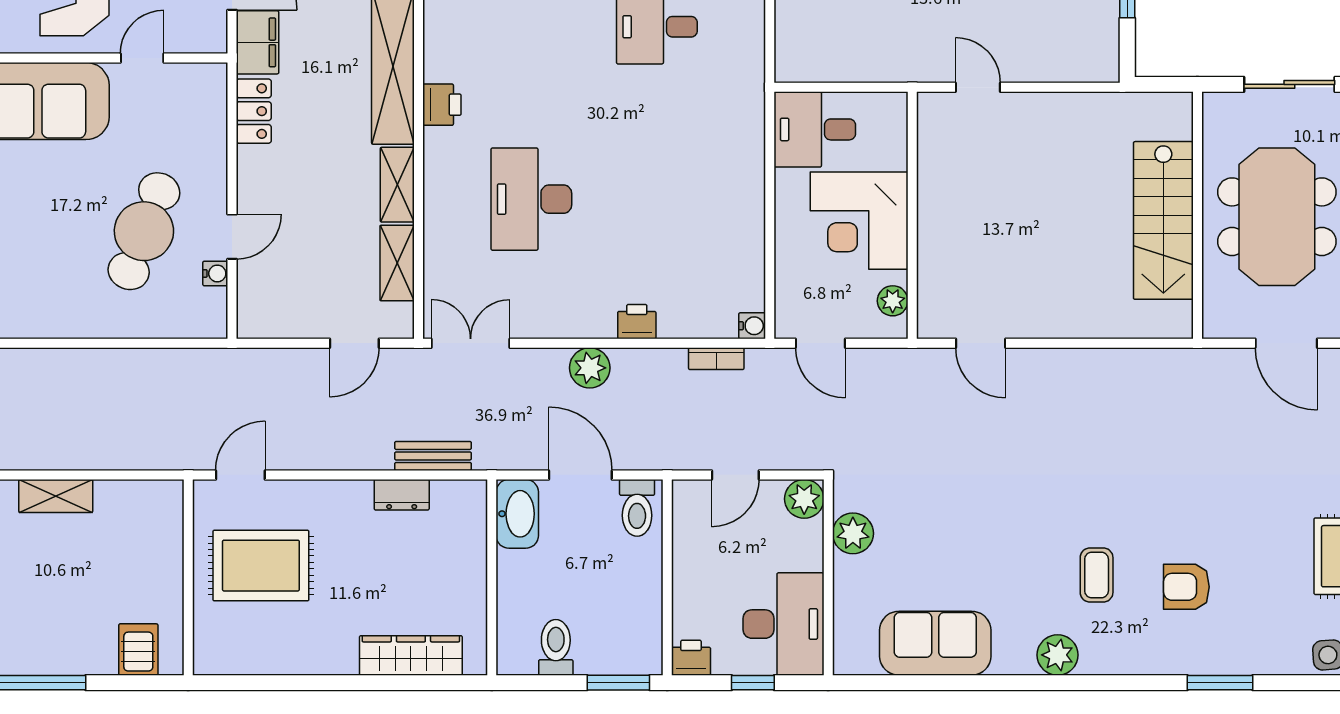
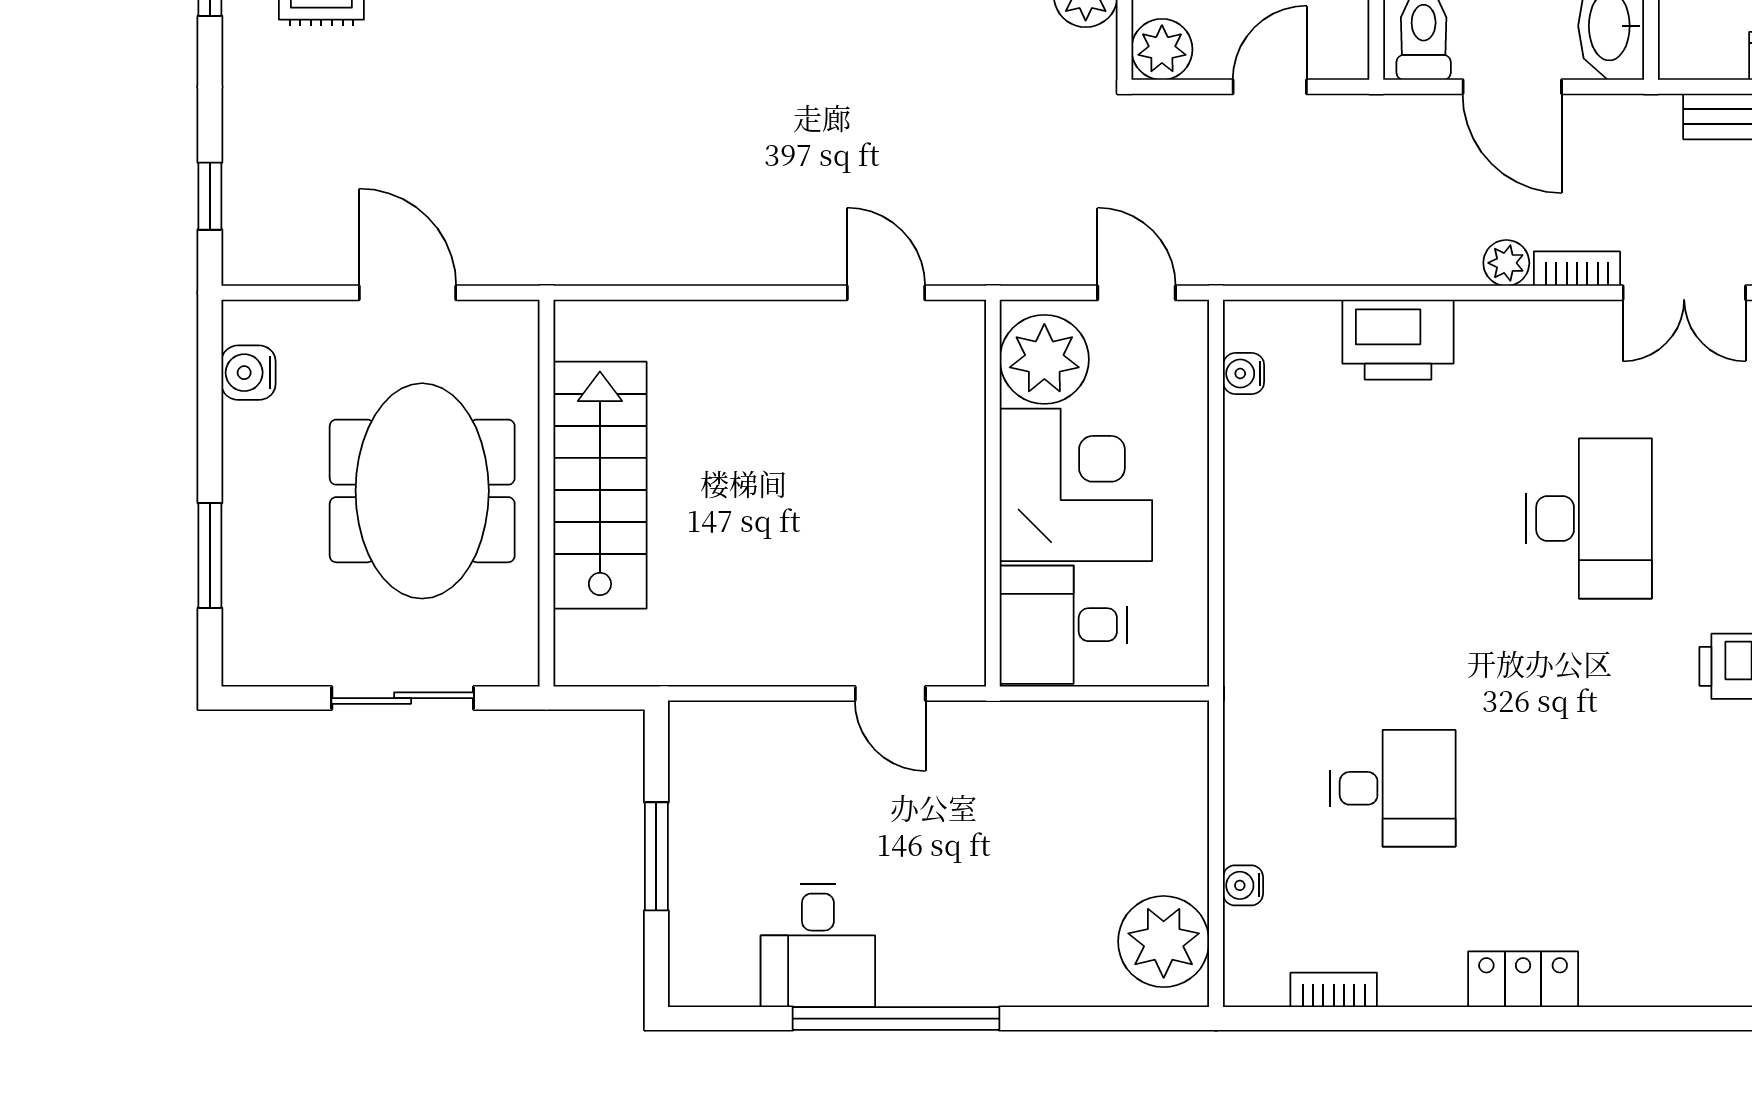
desk: (815, 129) -> (1063, 625), moved, turned 180
plant: (893, 301) -> (1044, 359), width x1.88, depth x1.88
printer: (637, 322) -> (1398, 340), width x1.87, depth x1.48
water cooler: (752, 326) -> (1244, 374), moved
bookcase: (716, 359) -> (1577, 269), moved
plant: (590, 368) -> (1506, 263), width x0.73, depth x0.73

